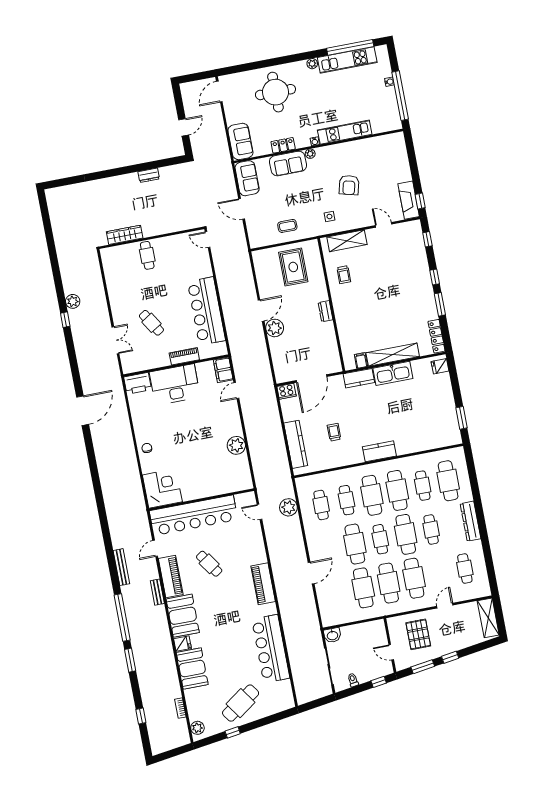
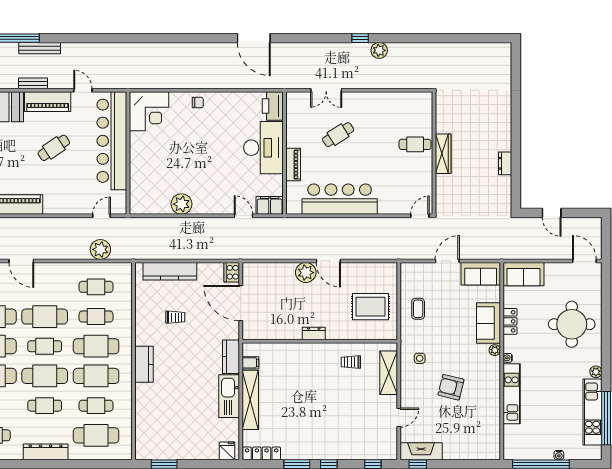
wardrobe: (125, 235) -> (443, 154), moved
bench: (121, 567) -> (40, 48), moved

